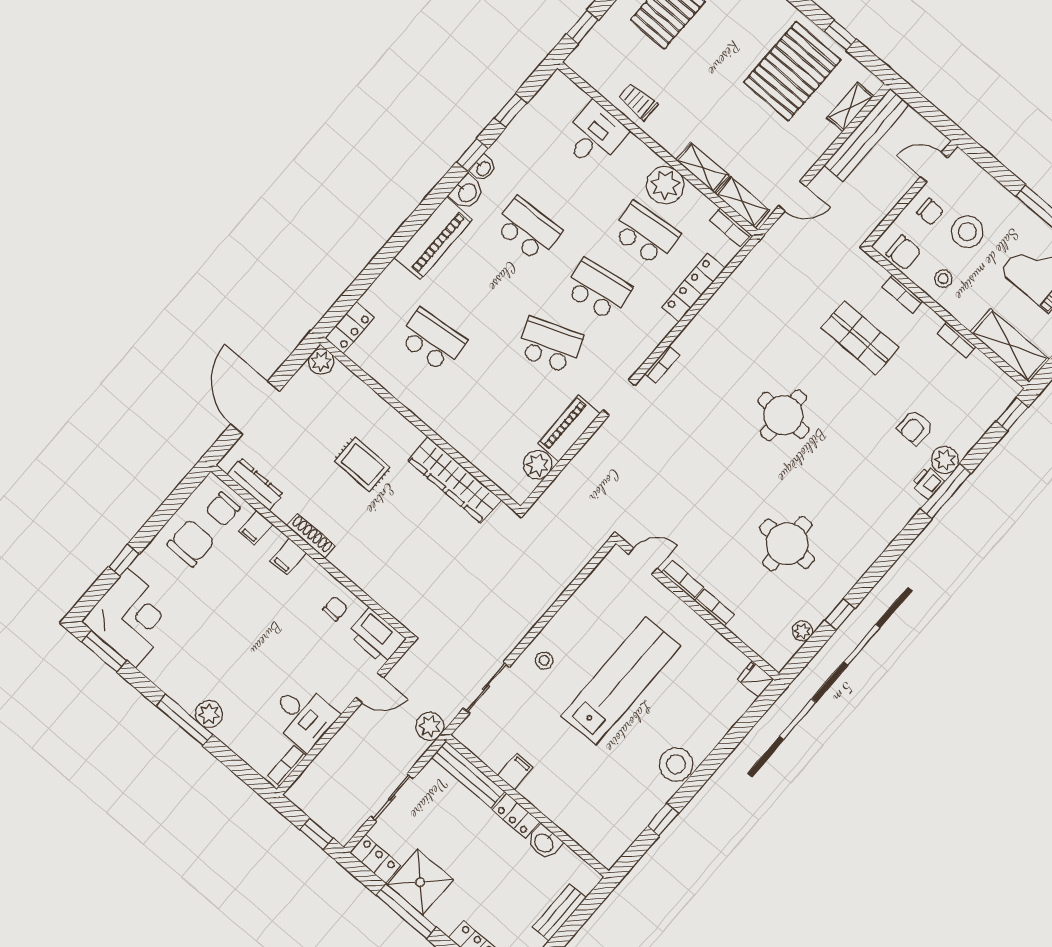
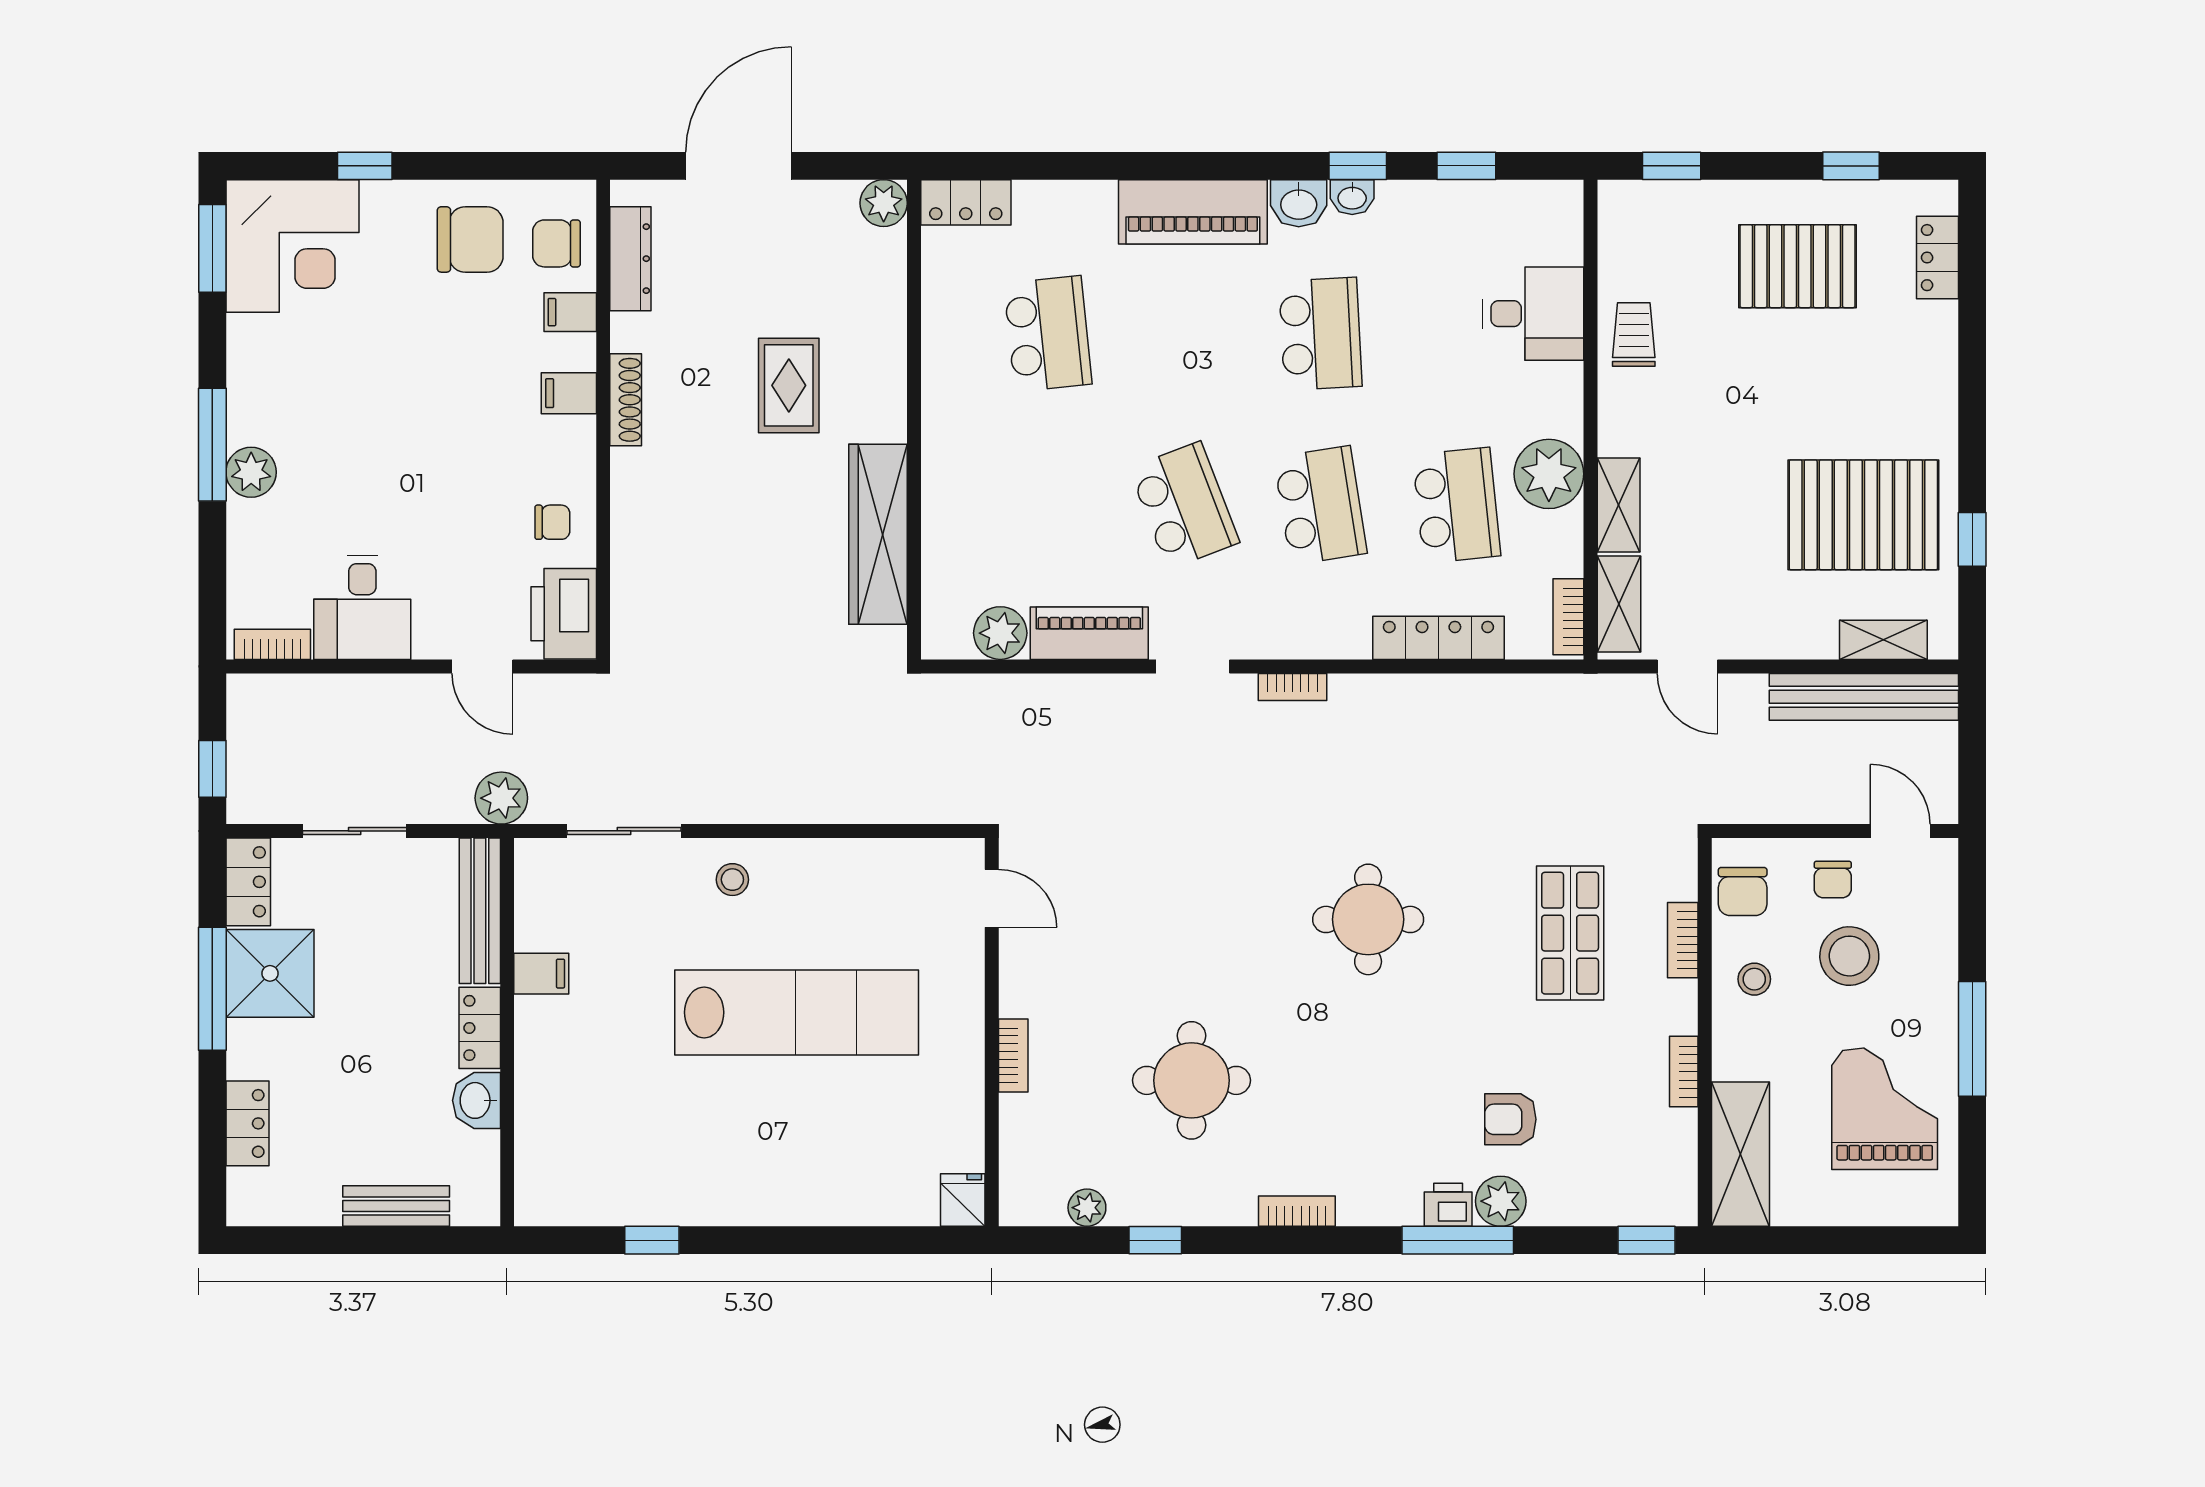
bookcase: (683, 580) -> (1297, 1211), moved, turned -90
stool: (676, 764) -> (746, 1191), removed

